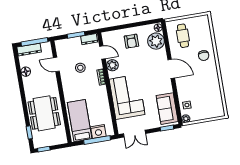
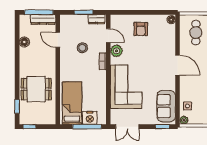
plant: (156, 41) -> (167, 33), removed
dresser: (29, 50) -> (43, 19), moved
dining table: (44, 113) -> (36, 89), width x0.73

